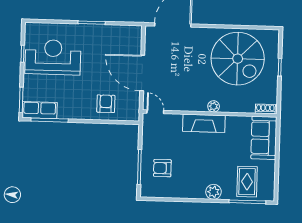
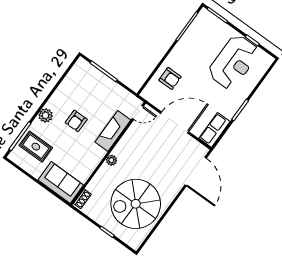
row of seats: (40, 110) -> (215, 130), moved, turned 180
fireplace: (204, 123) -> (113, 131), moved
armchair: (162, 168) -> (76, 121), moved, turned 180

